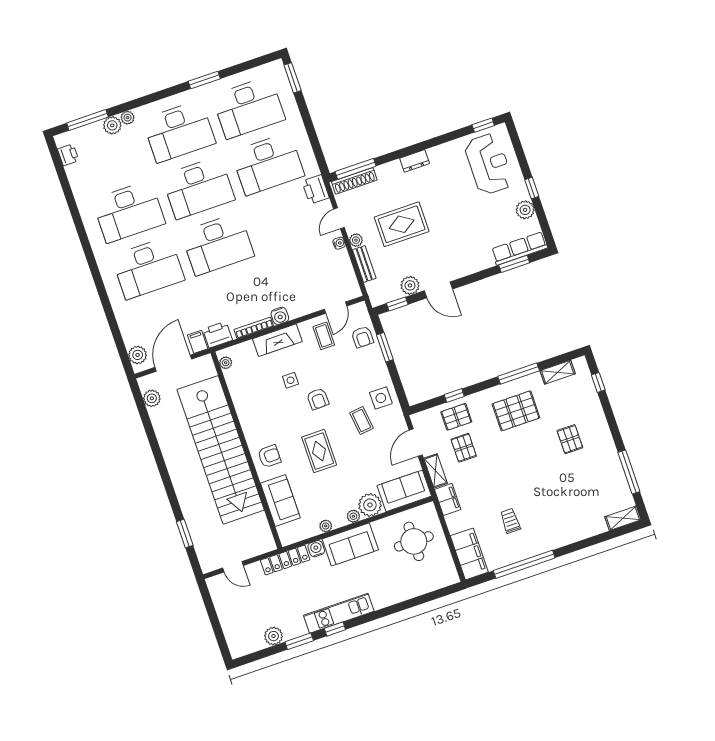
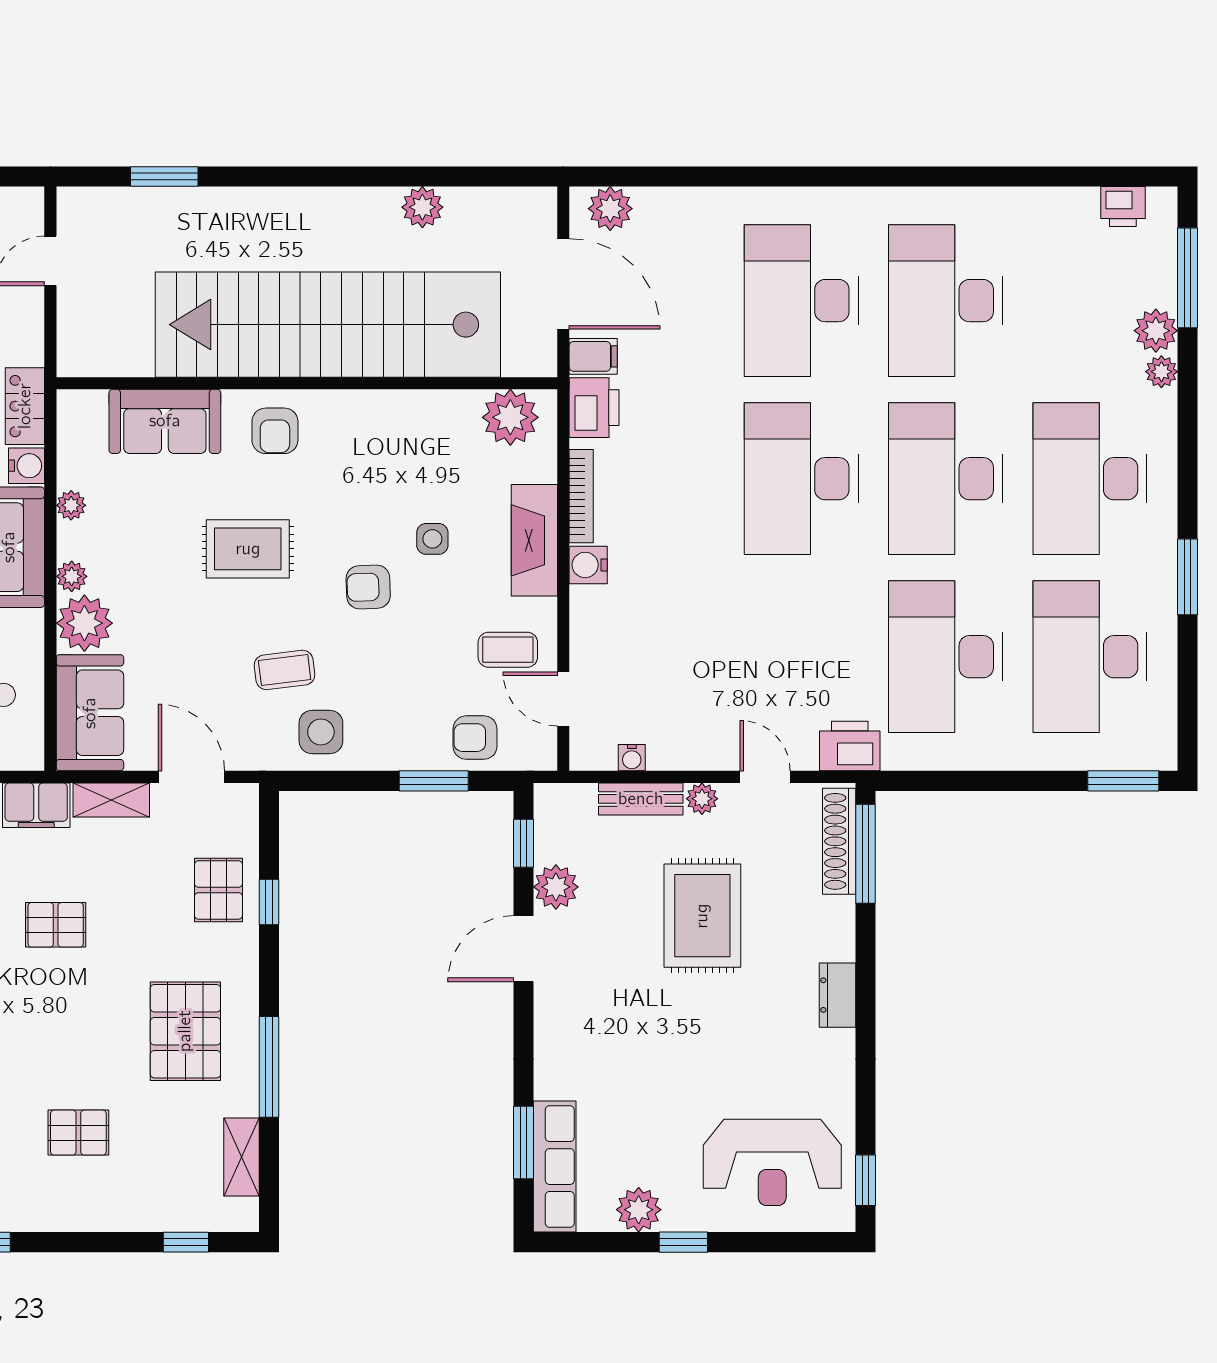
water cooler: (339, 243) -> (632, 758), moved
plant: (226, 363) -> (510, 417), width x1.87, depth x1.87
plant: (152, 398) -> (422, 207), moved
pallet: (464, 448) -> (56, 925), moved
locker: (285, 560) -> (25, 406), width x0.66

